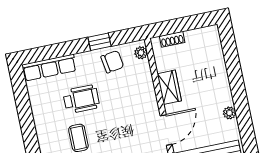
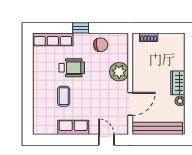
window: (100, 42) -> (81, 28), moved
plant: (141, 53) -> (119, 72), moved, width x1.87, depth x1.87
wardrobe: (169, 87) -> (178, 83), moved, turned 180

